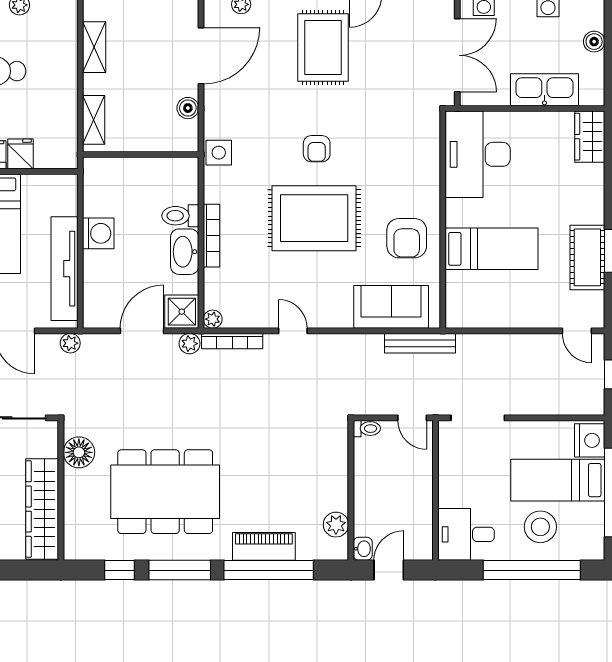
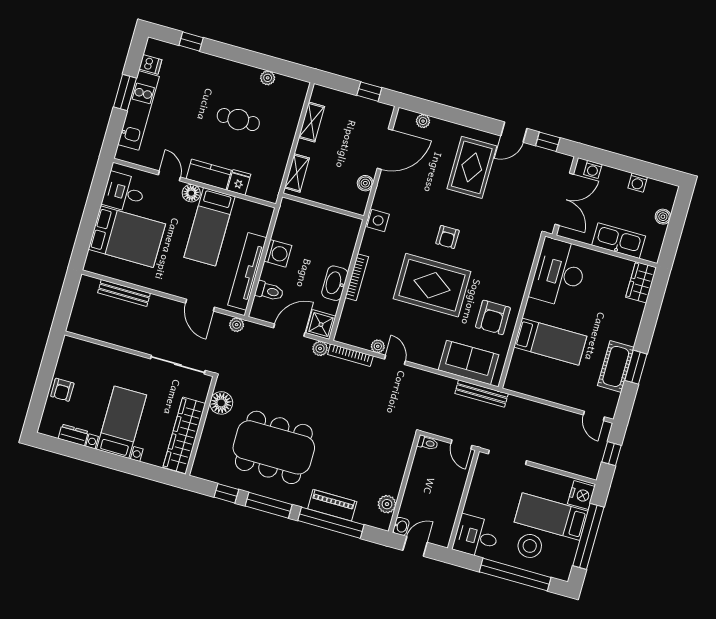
toilet: (180, 216) -> (269, 291), moved, turned 180
plant: (213, 319) -> (378, 346), moved

